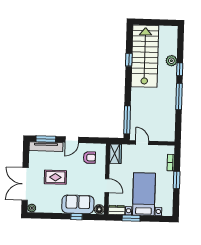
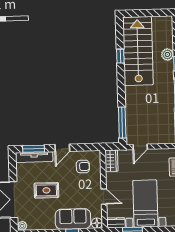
door: (142, 143) -> (140, 147), swing flipped

